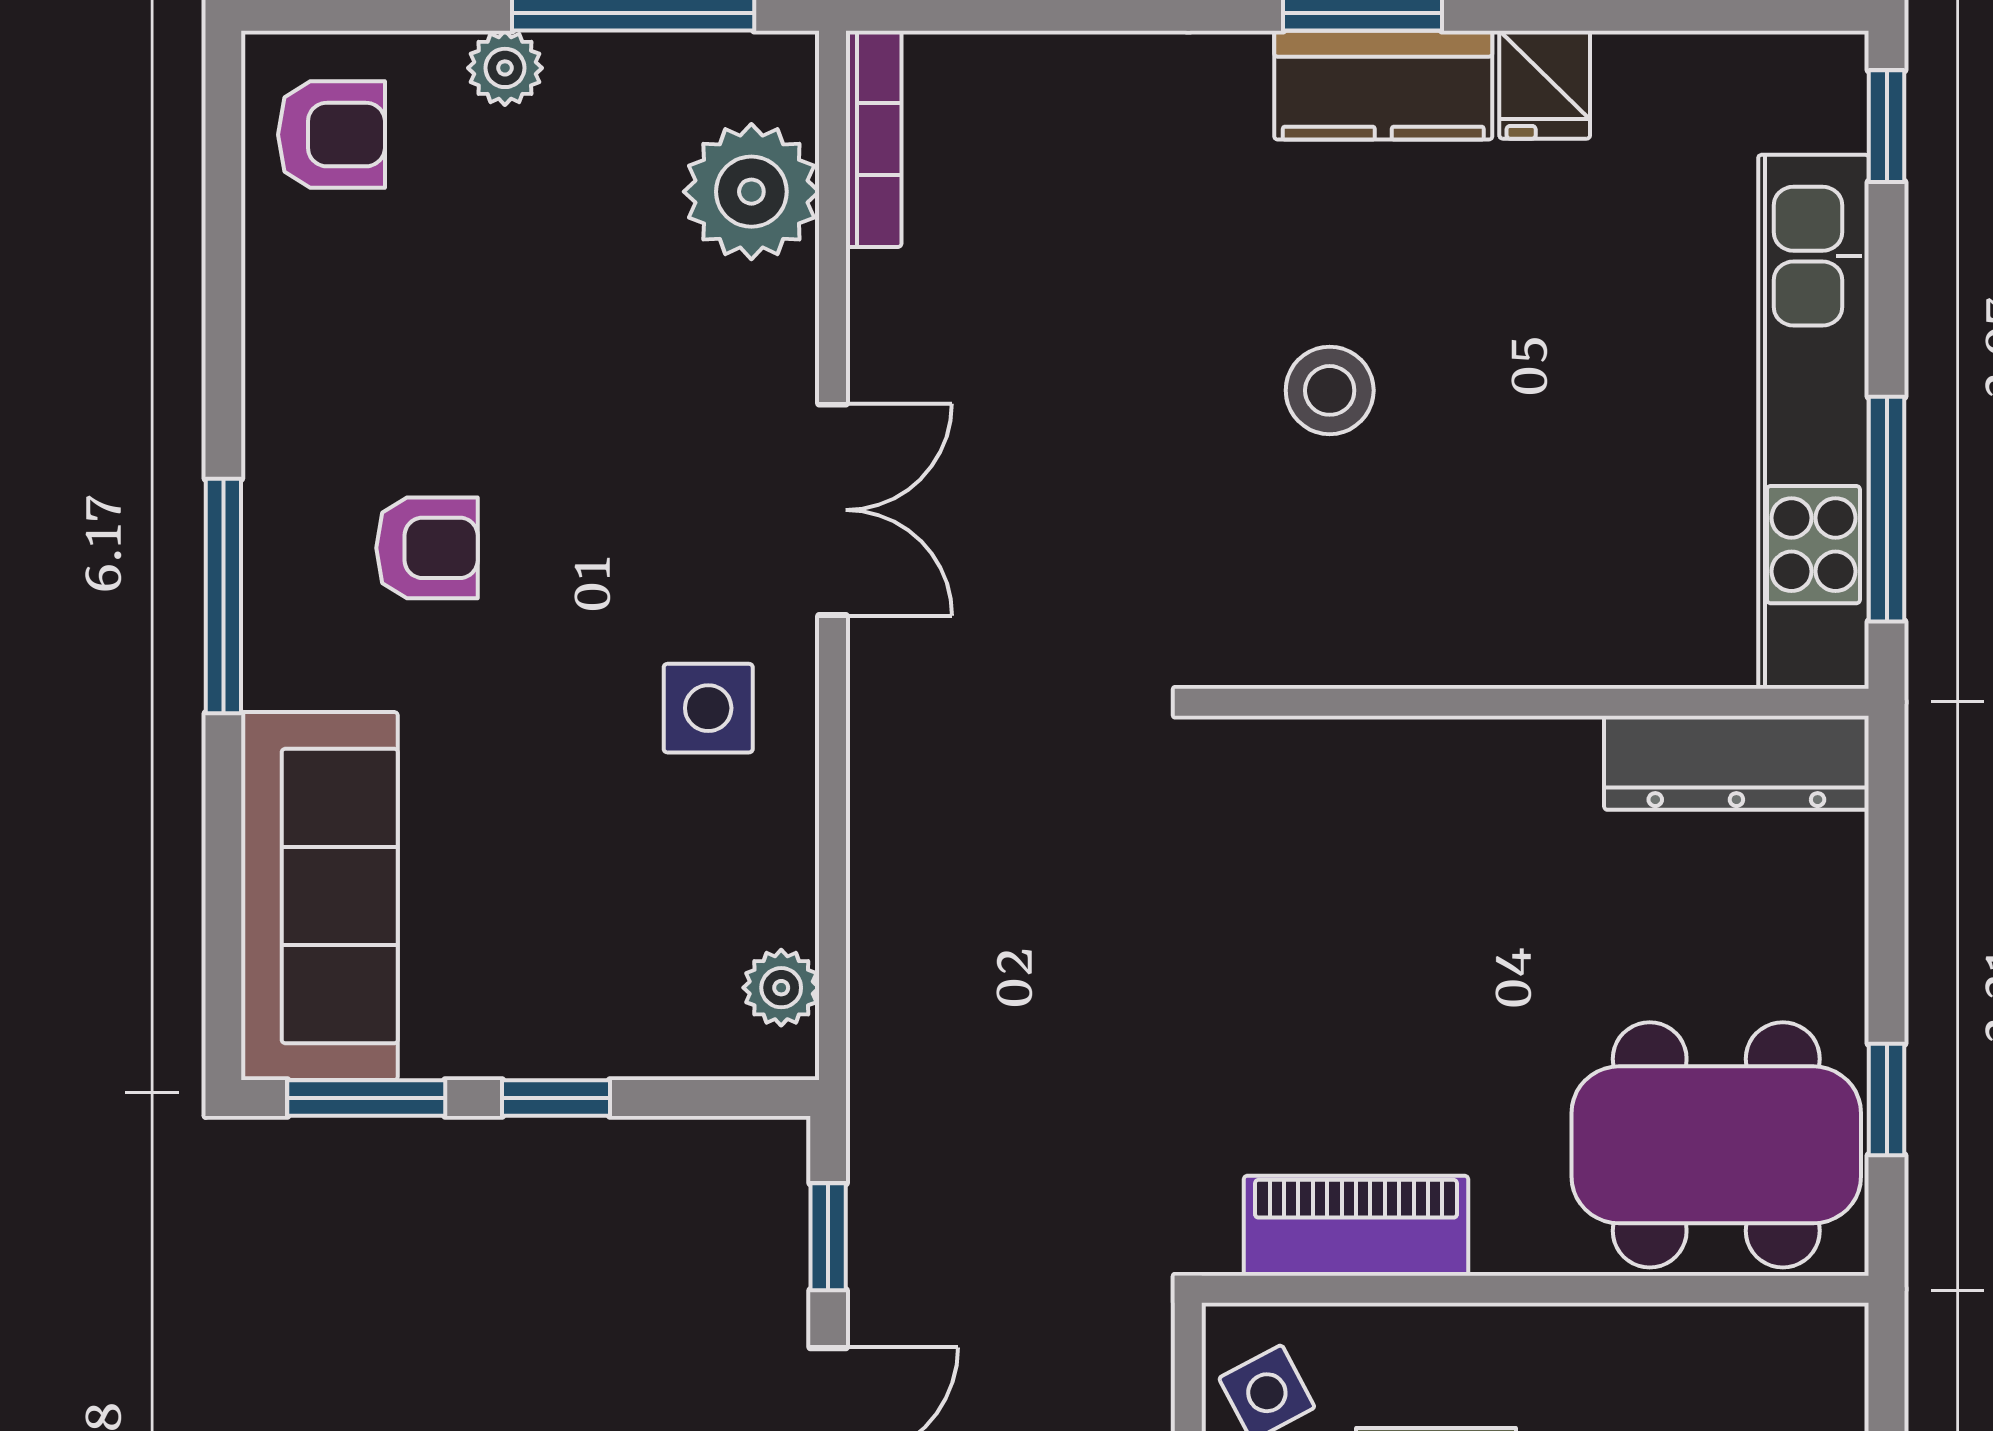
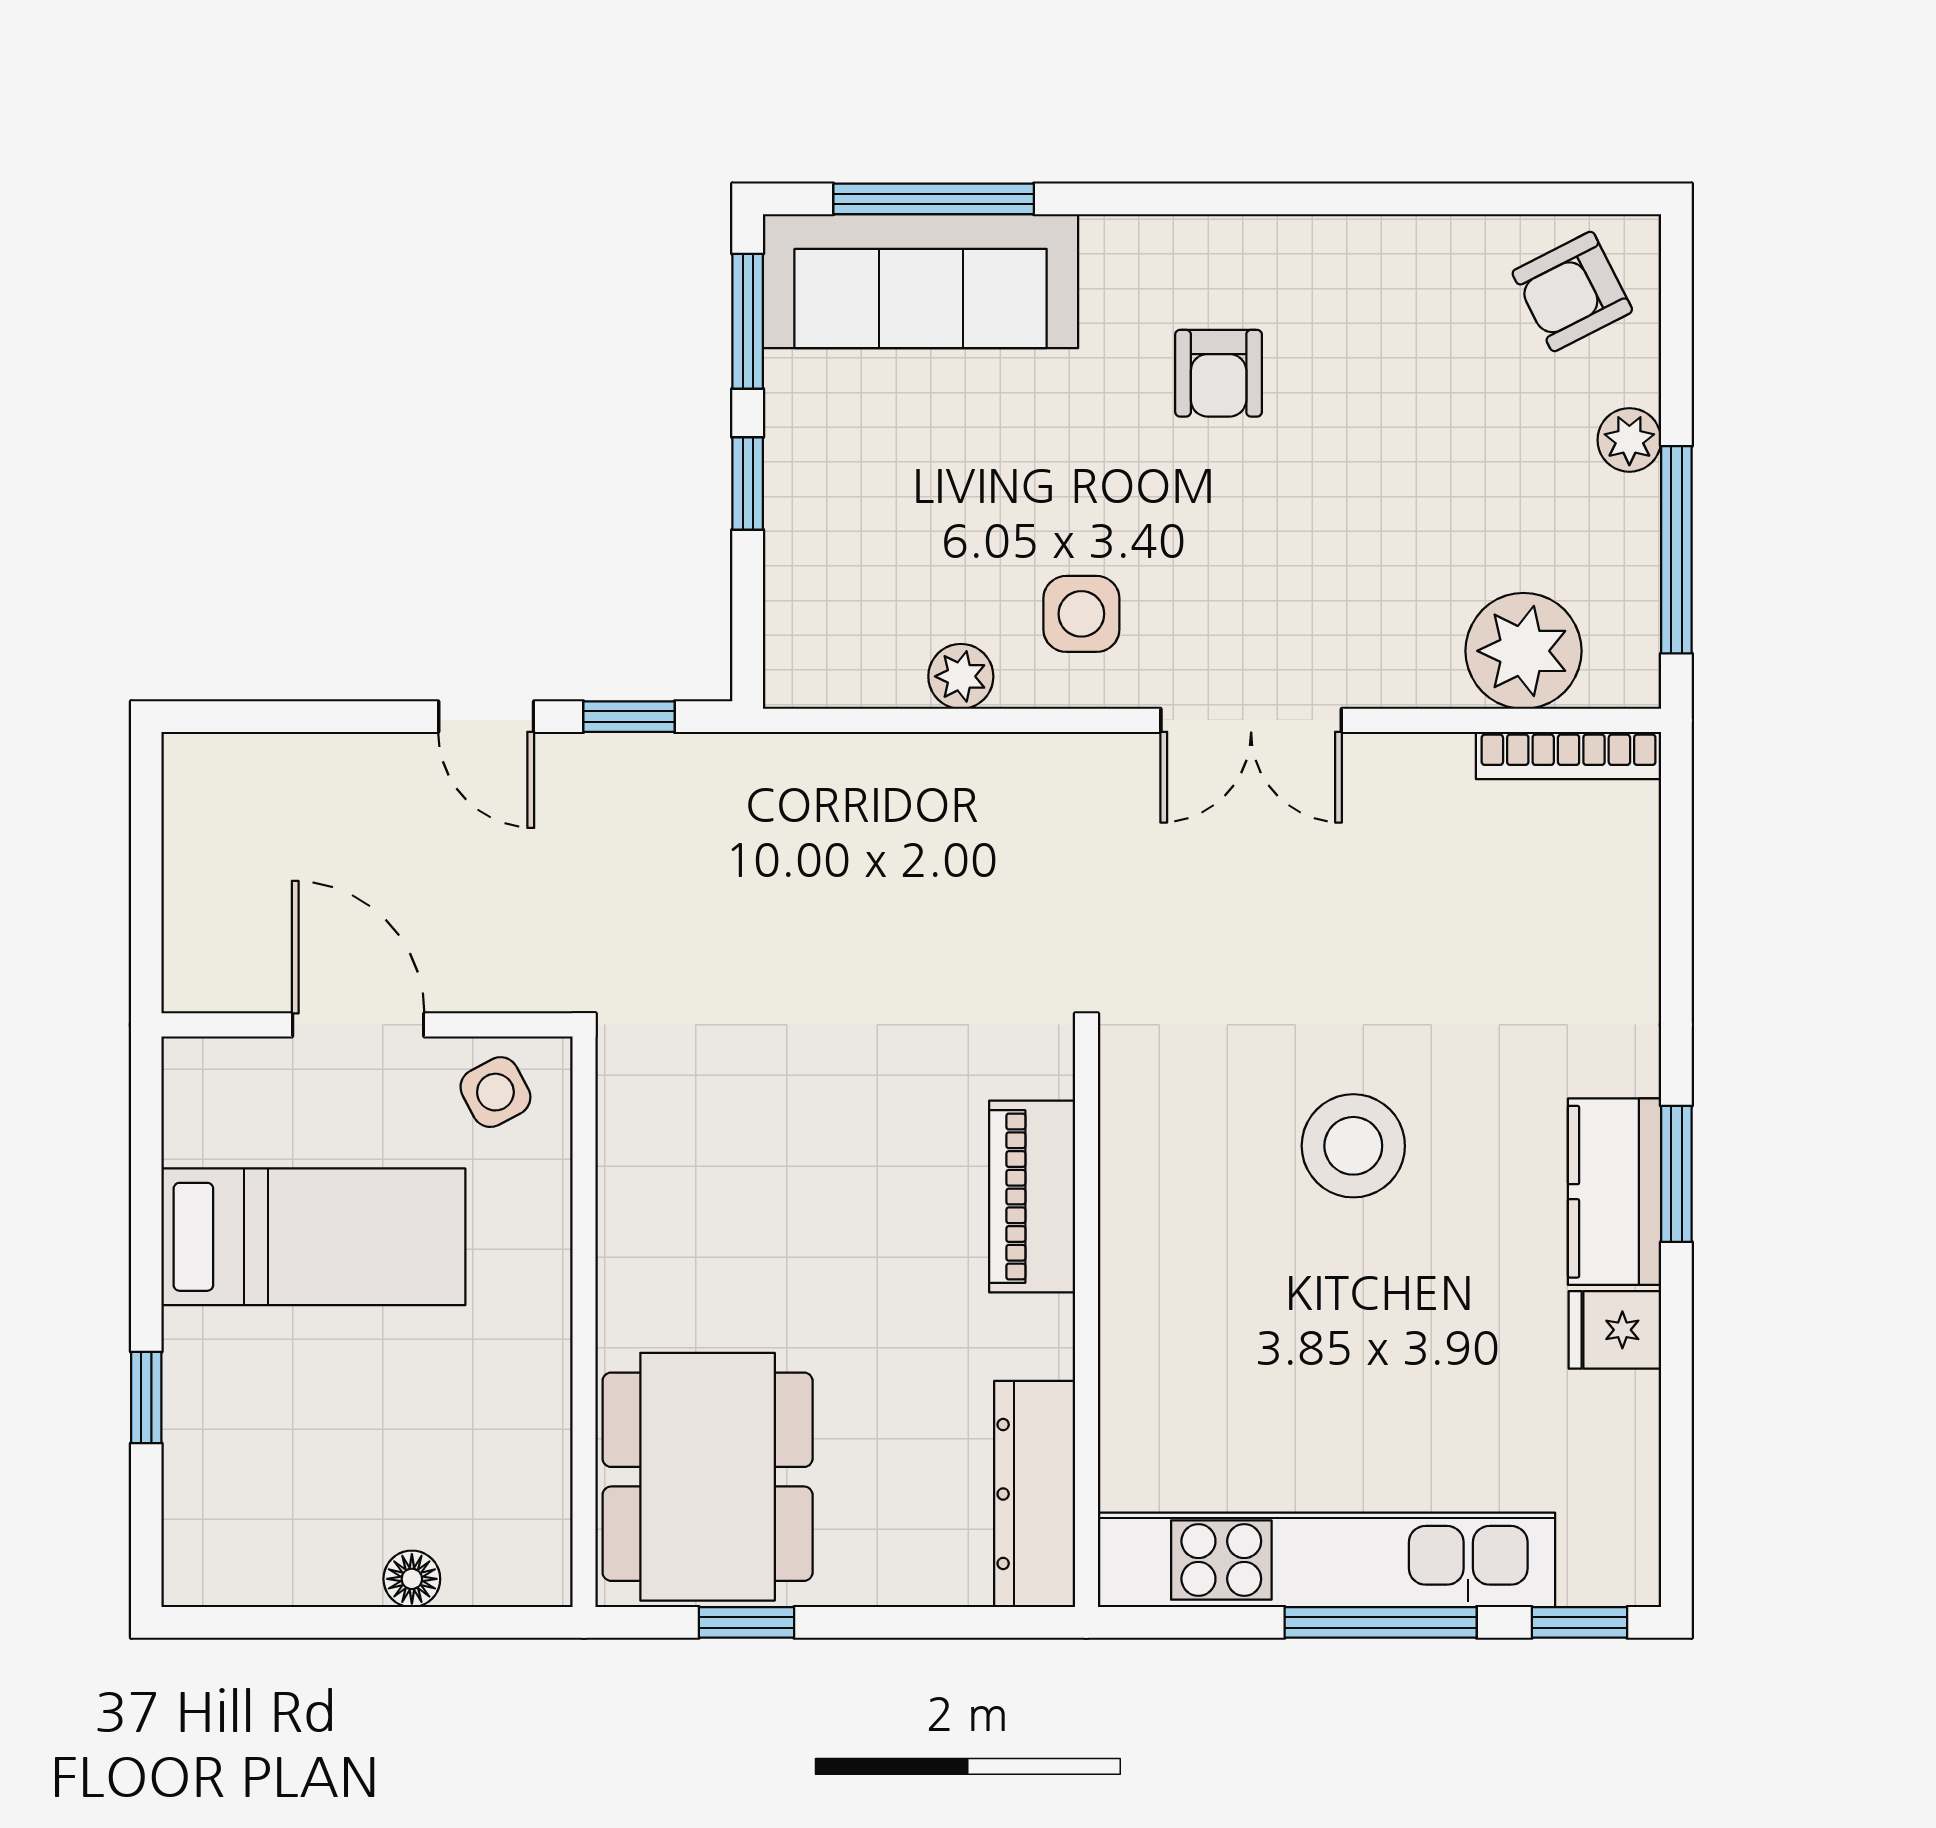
armchair: (331, 135) -> (1572, 291), turned 63
stool: (1330, 390) -> (1353, 1146), width x1.38, depth x1.38
window: (1887, 509) -> (1381, 1622), moved
window: (223, 596) -> (934, 199), moved
plant: (781, 988) -> (961, 676), moved
piano: (1356, 1226) -> (1032, 1197), moved, turned 180

